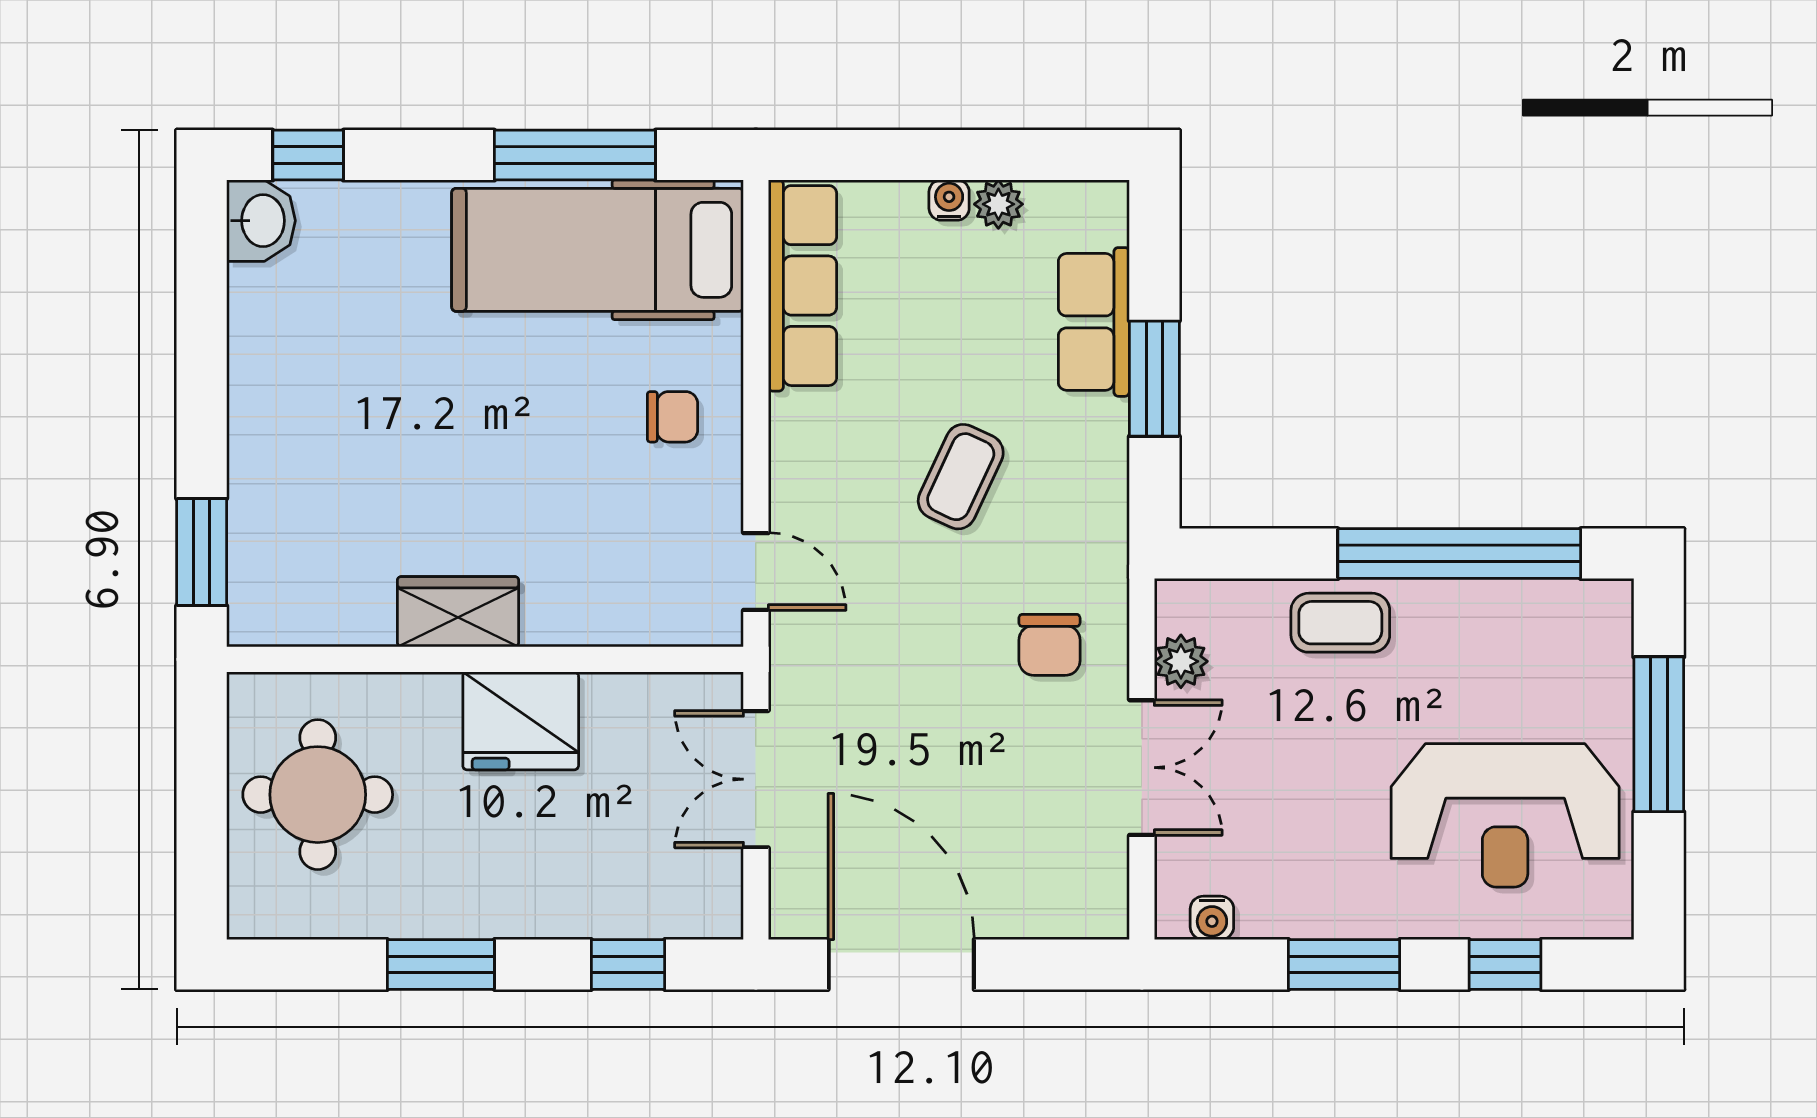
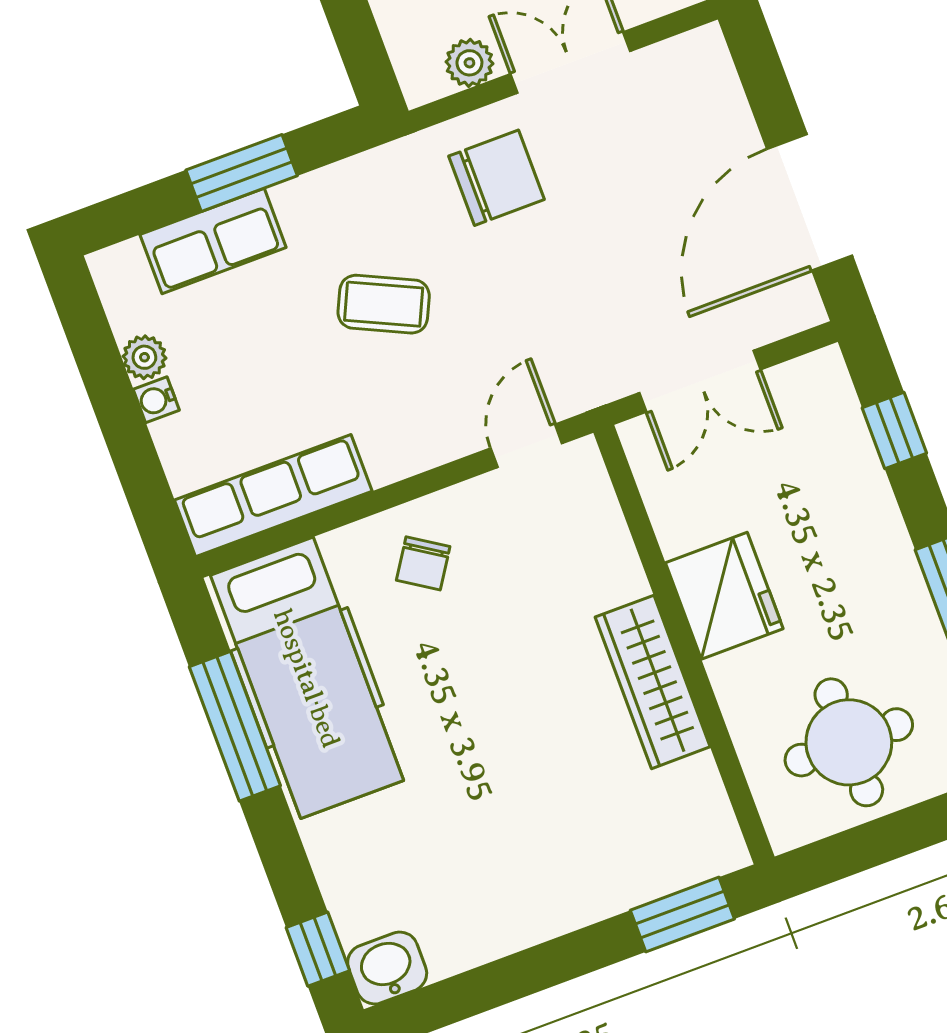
chair: (673, 417) -> (423, 563), turned -147
wardrobe: (458, 612) -> (653, 682), width x1.50
chair: (1049, 645) -> (497, 178), width x1.37, depth x1.37

